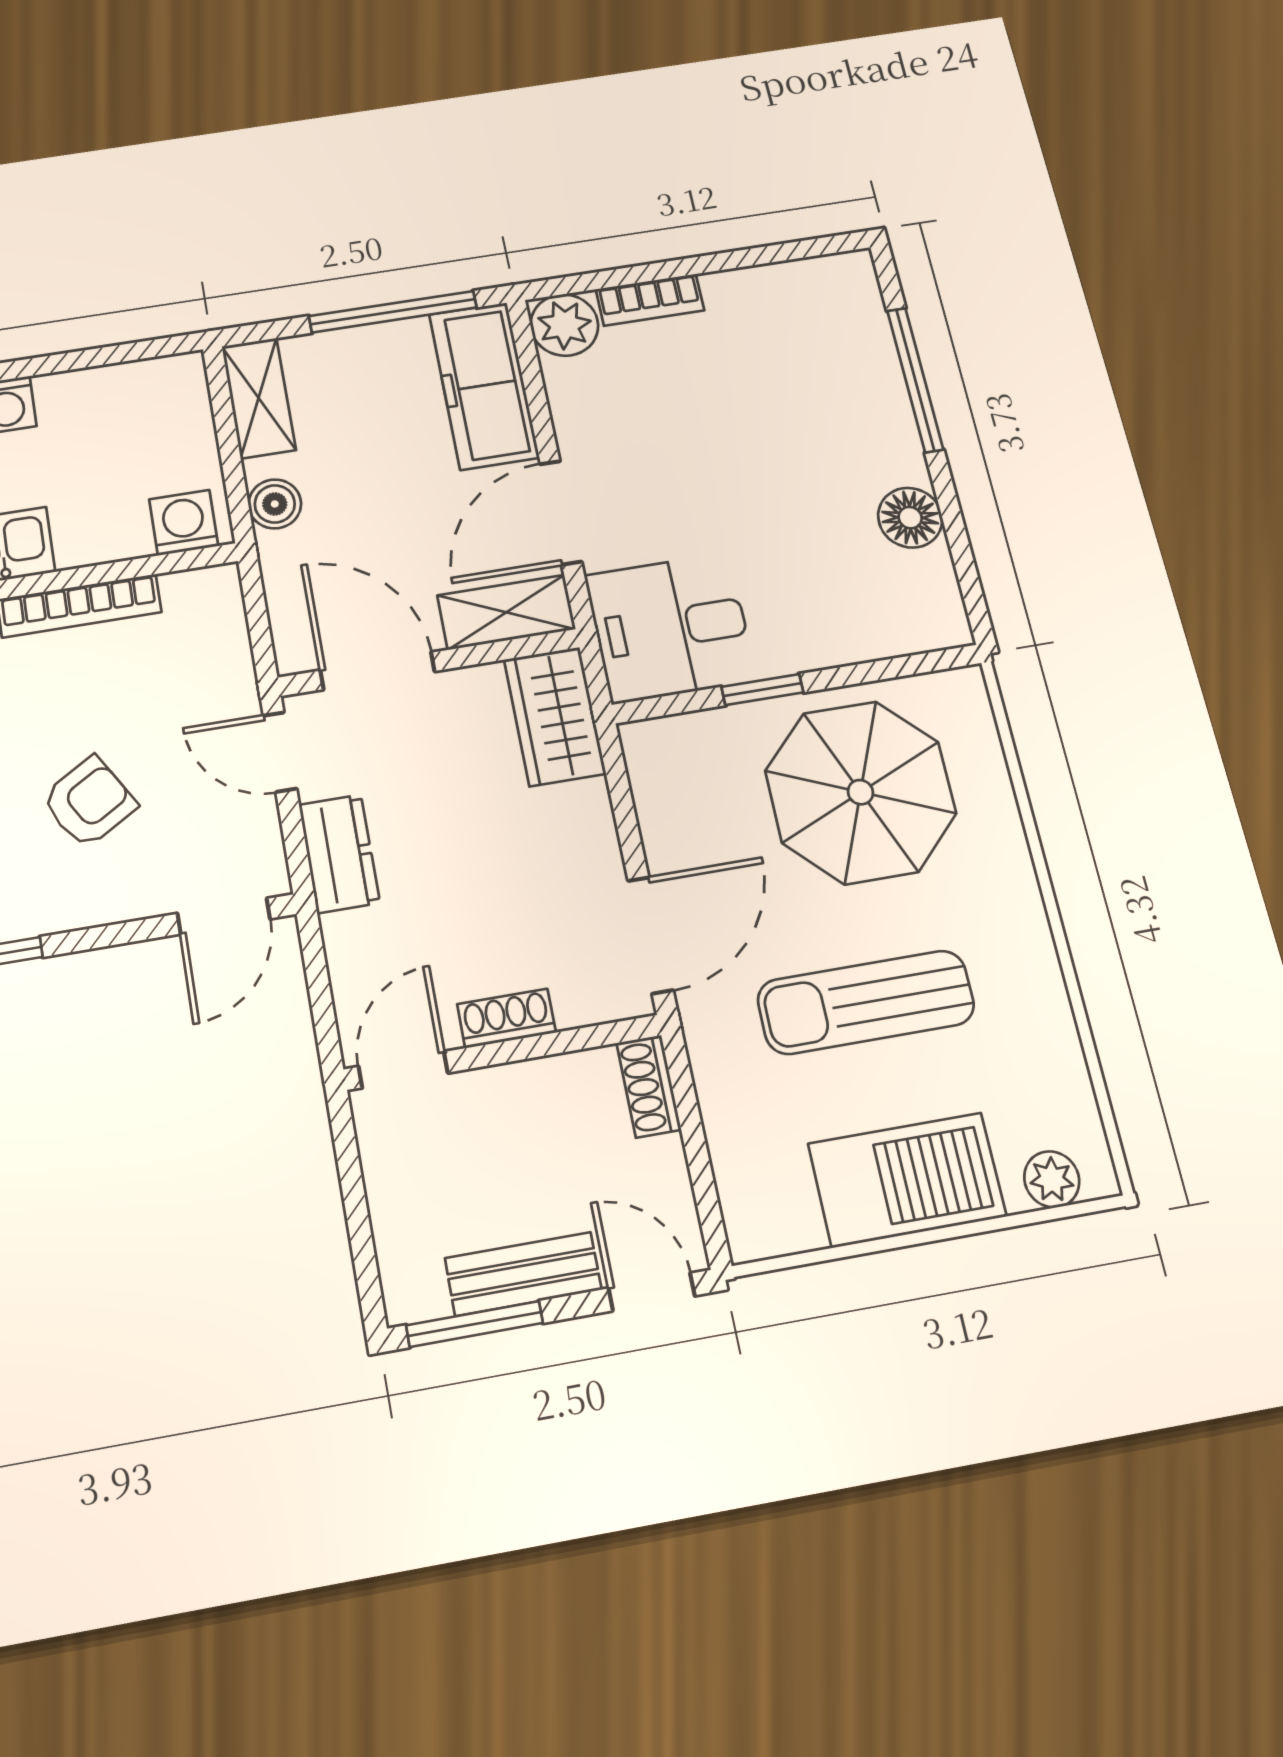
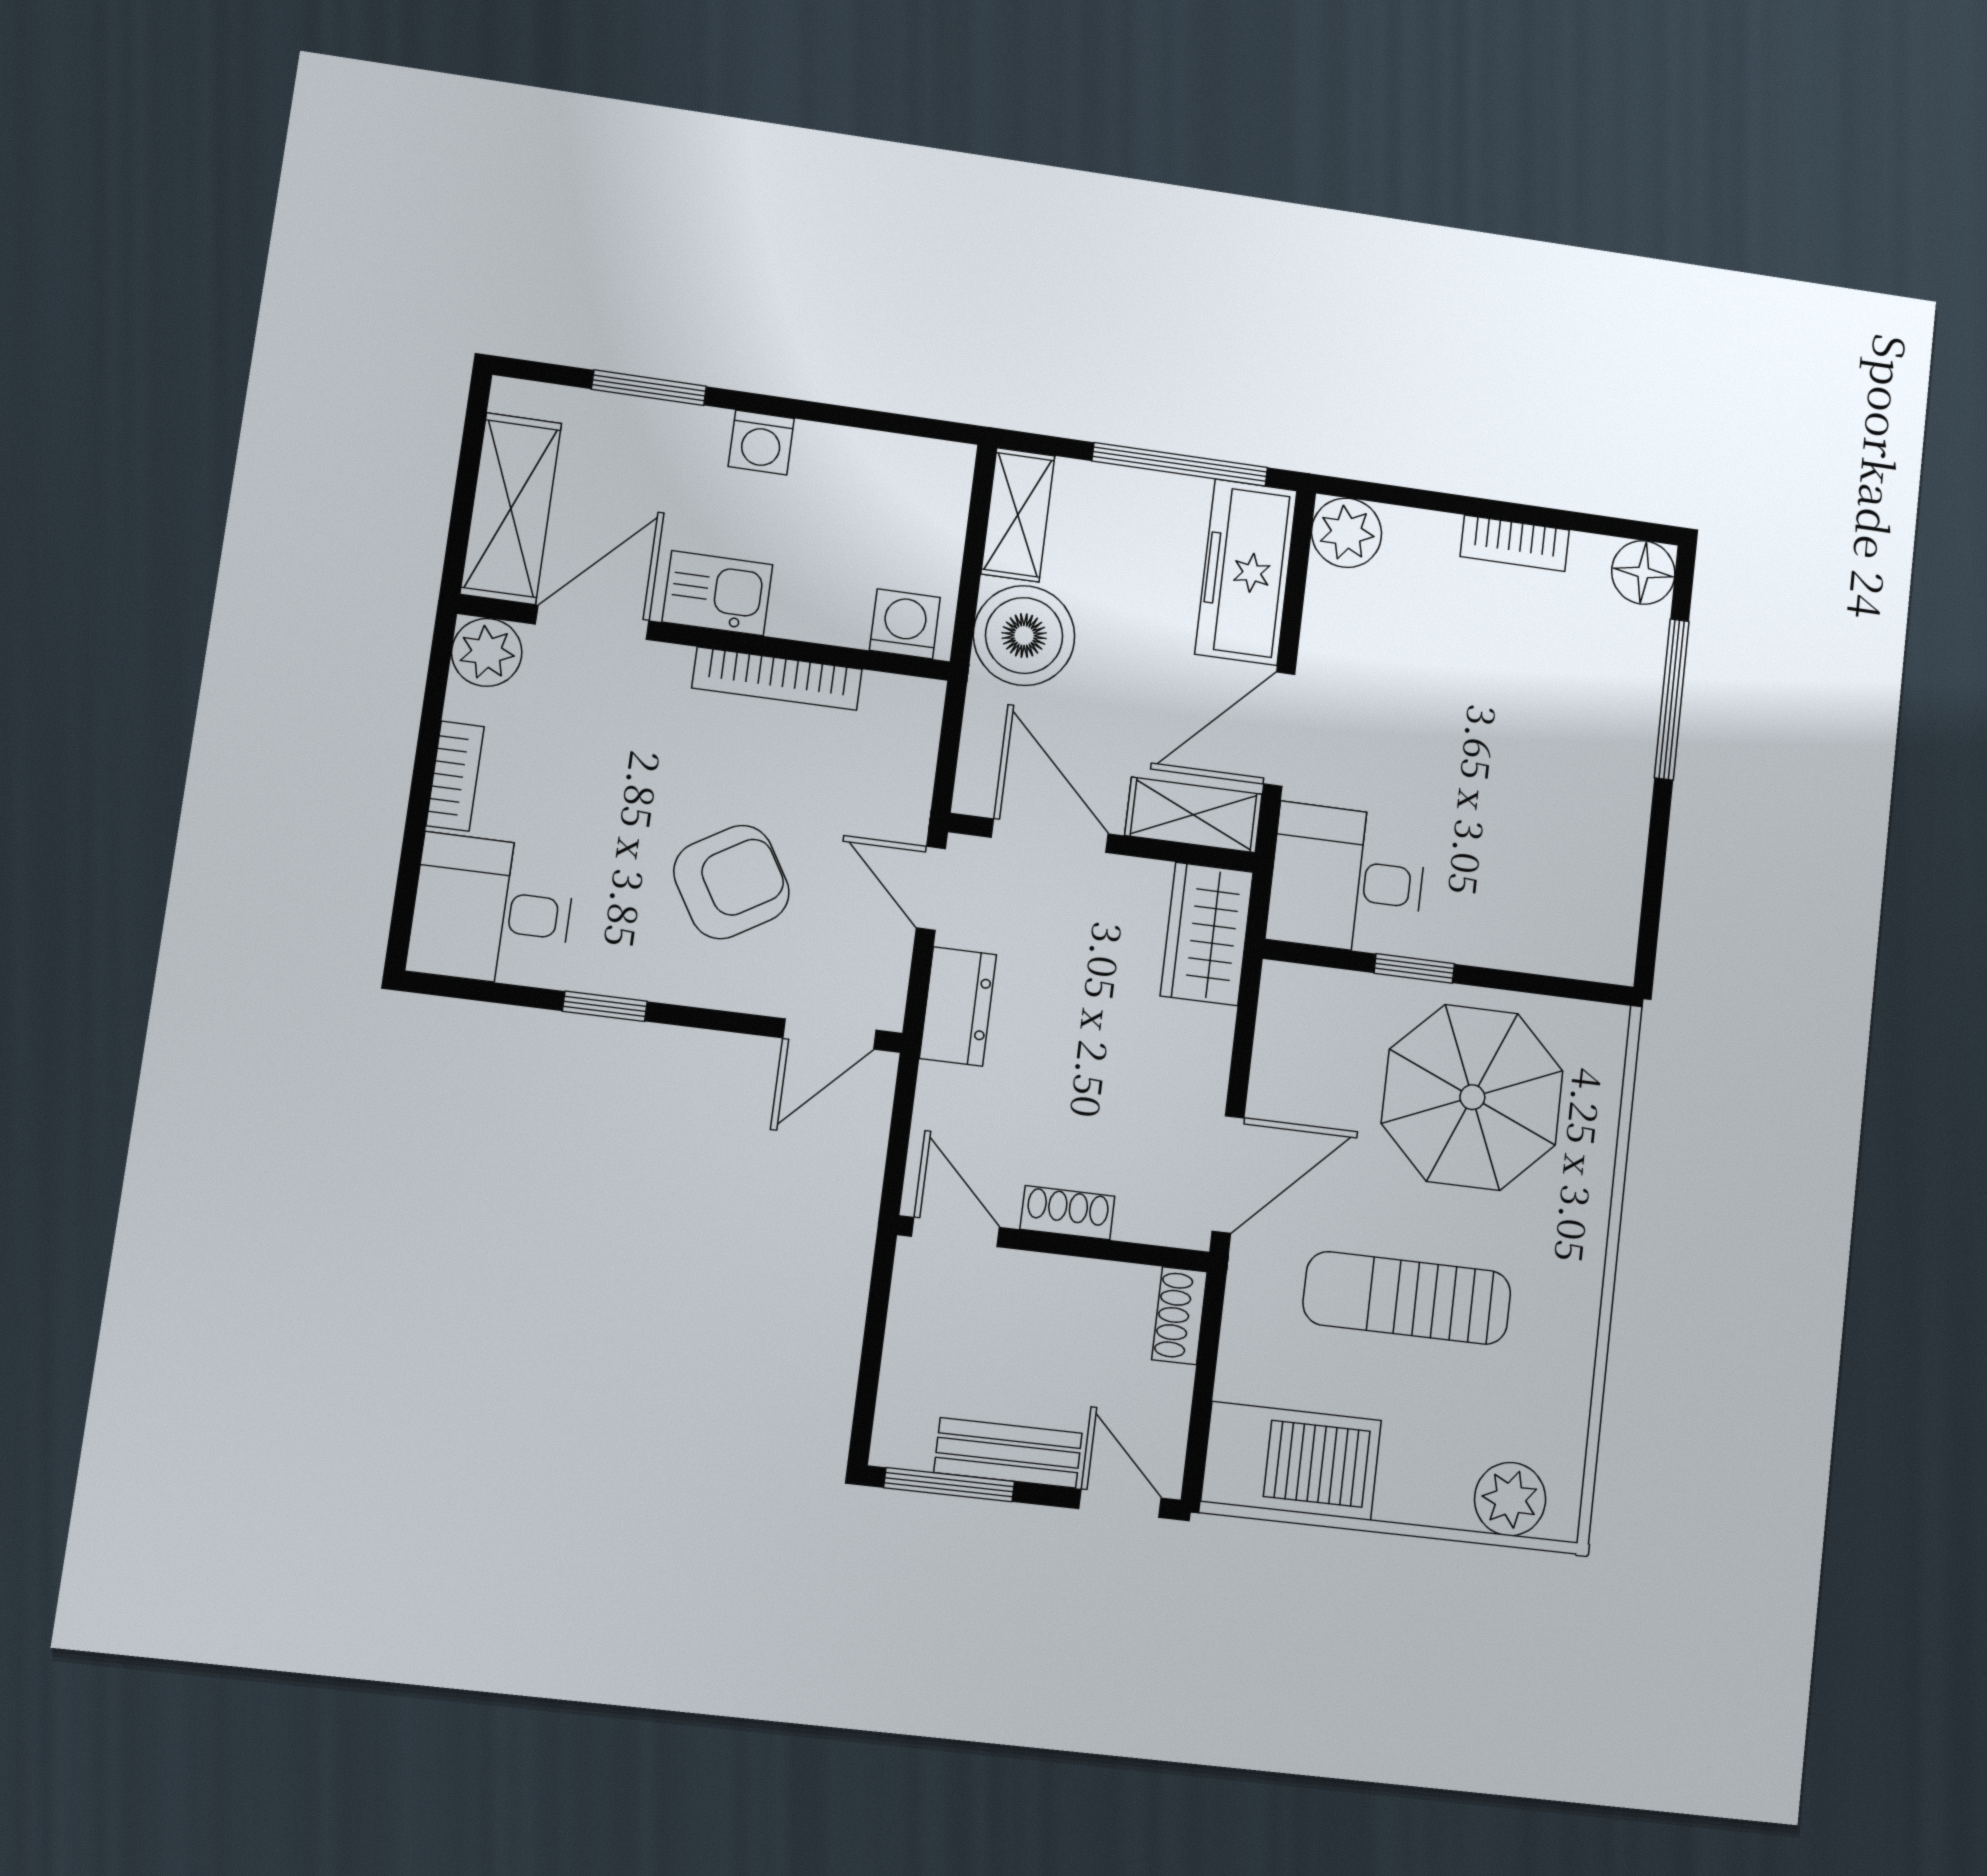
bookcase: (650, 300) -> (1515, 543), moved
boiler: (275, 504) -> (1024, 636), width x1.86, depth x1.86
floor lamp: (910, 518) -> (1643, 572), moved
armchair: (89, 802) -> (731, 882), width x1.38, depth x1.38
door: (403, 1070) -> (956, 1232), hinge flipped
plant: (1052, 1179) -> (1510, 1499), width x1.38, depth x1.38
barbecue: (907, 1180) -> (1291, 1461), moved

